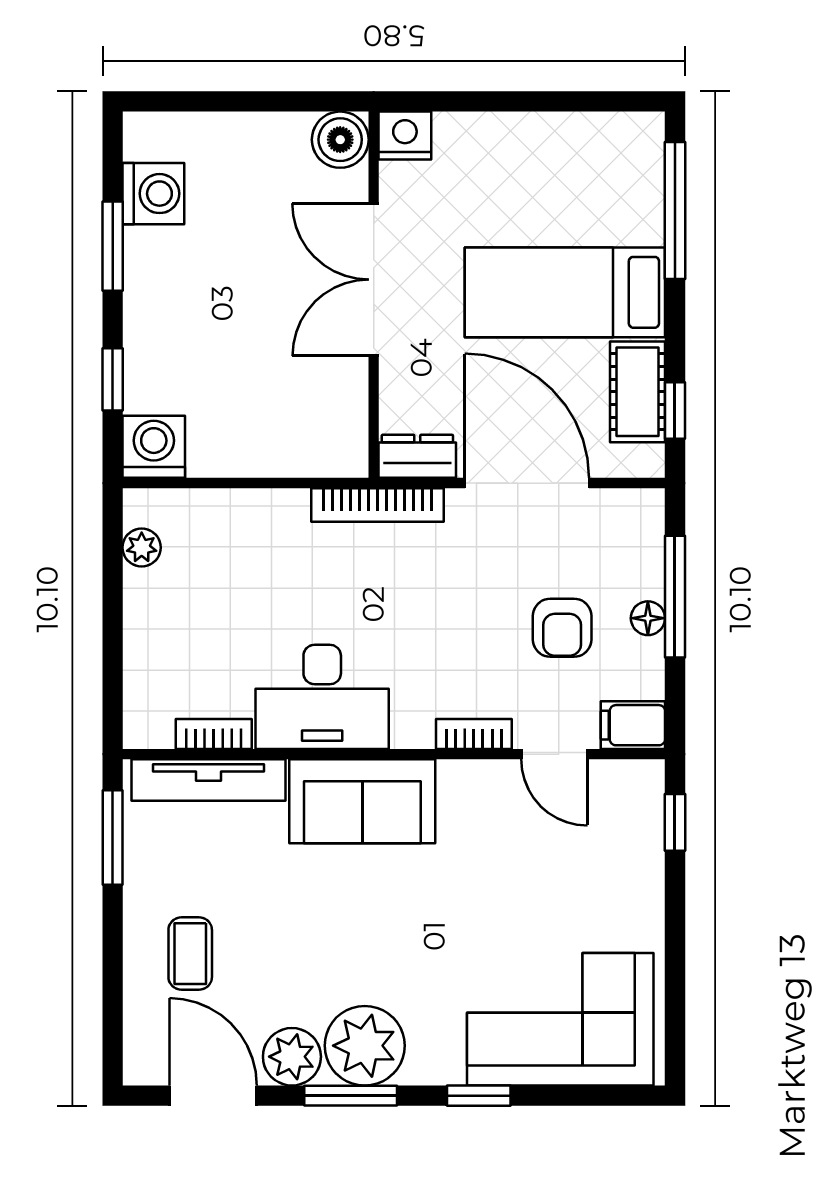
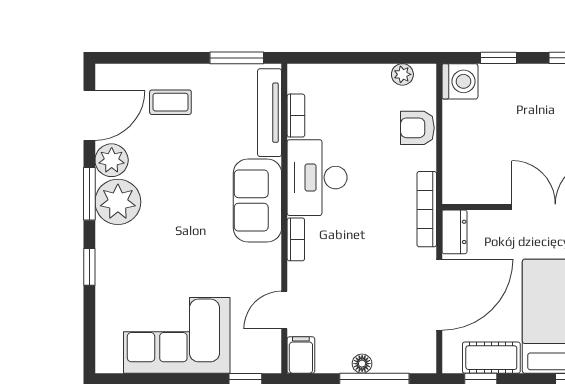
armchair: (562, 628) -> (417, 128), moved
bookcase: (474, 734) -> (296, 239), moved
corner sofa: (560, 1019) -> (177, 335), moved, turned -90

